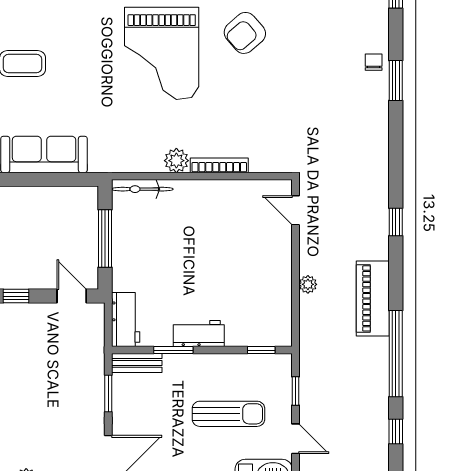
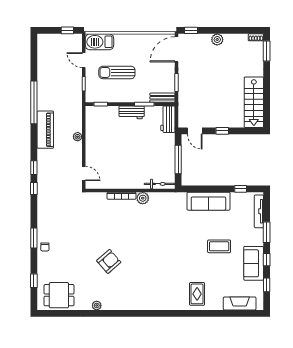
grand piano: (162, 53) -> (150, 251), removed
window: (396, 431) -> (34, 188), moved

